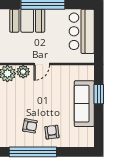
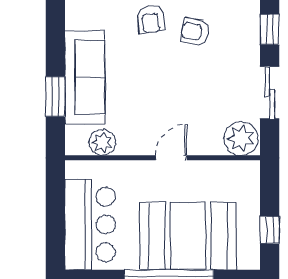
booth: (27, 21) -> (188, 236), width x1.36, depth x1.42
plant: (23, 72) -> (102, 142), moved

